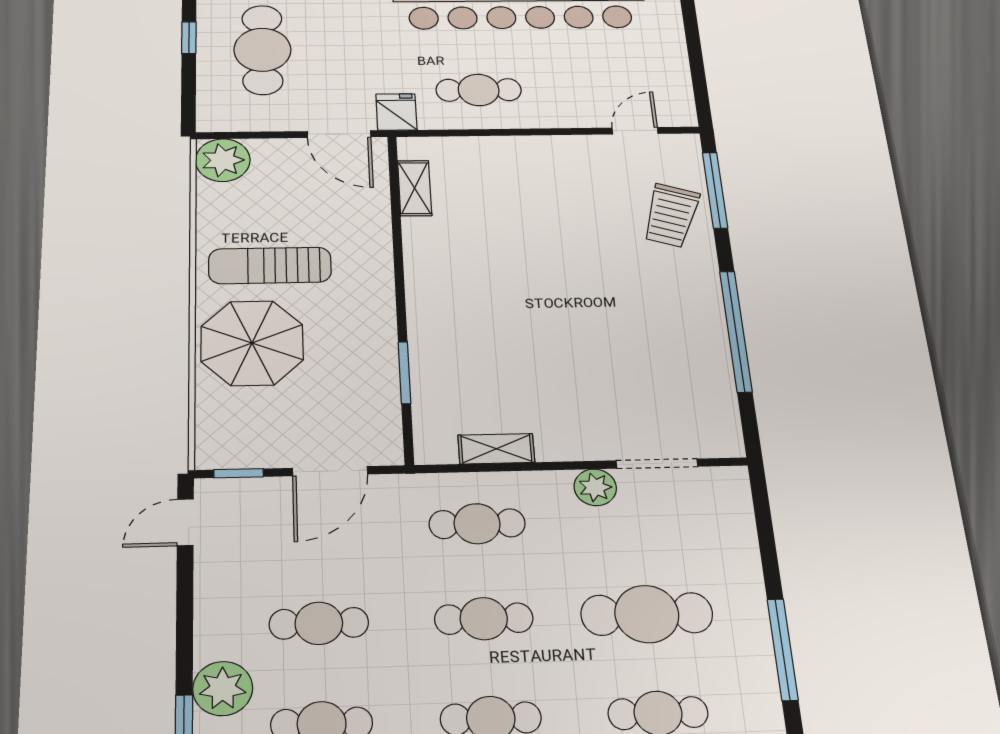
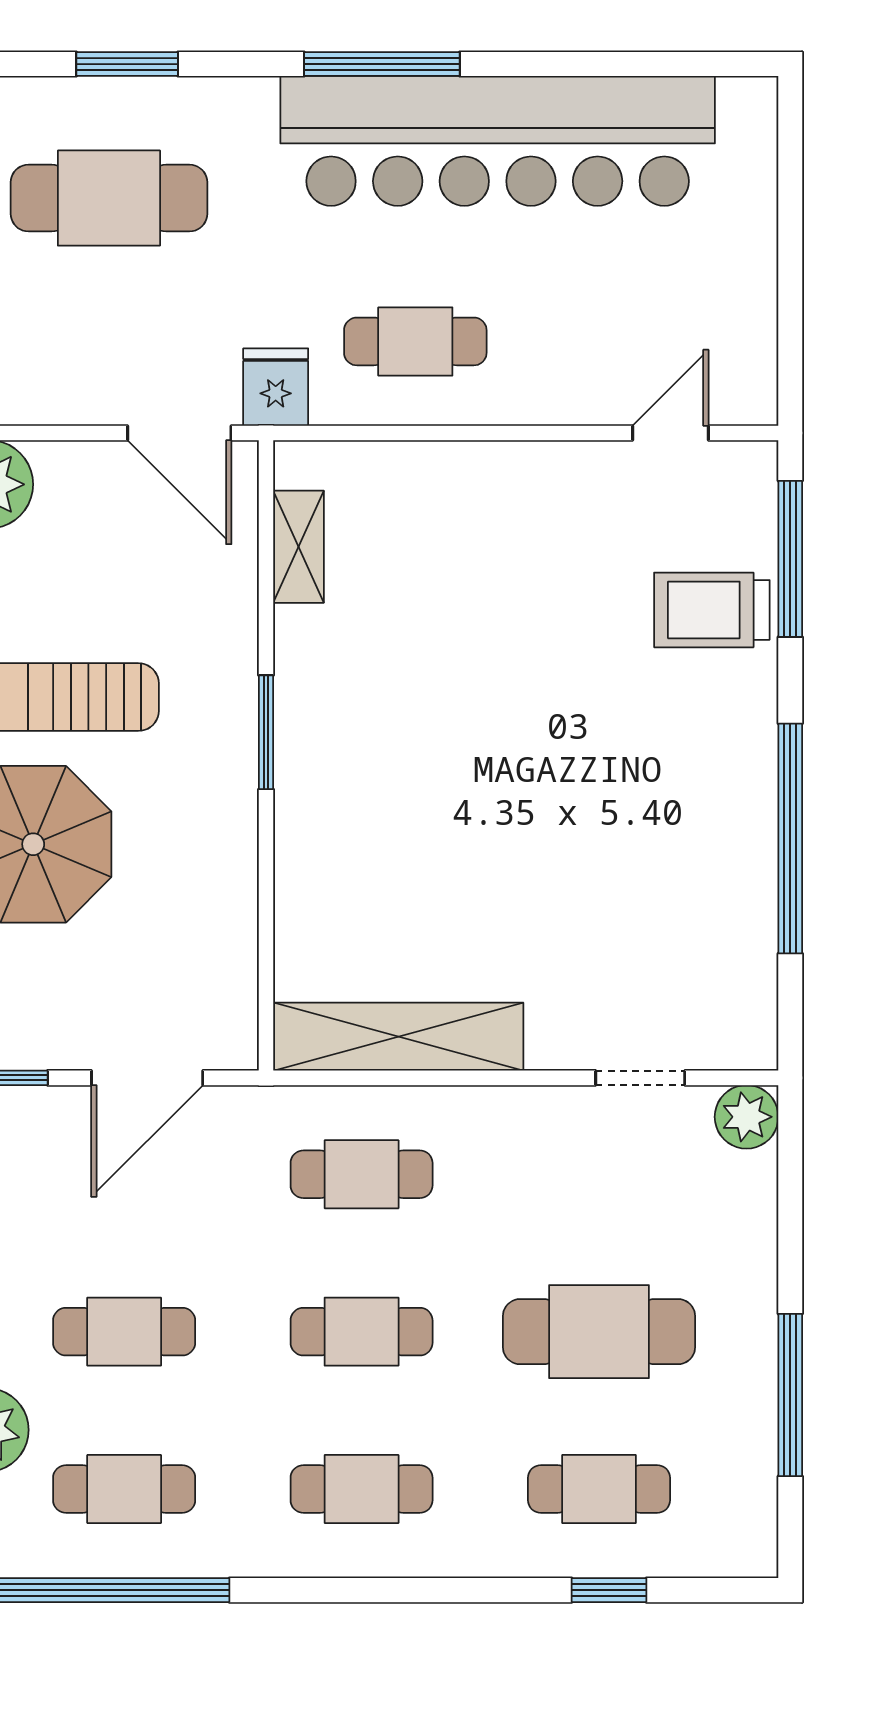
cafe table: (262, 50) -> (109, 198), moved, turned 90
trolley: (671, 216) -> (712, 610), turned 72
window: (404, 373) -> (266, 732), moved
shelving: (496, 449) -> (399, 1037), width x2.20, depth x1.33
doorway: (657, 464) -> (640, 1078), width x0.73
plant: (595, 487) -> (747, 1117), moved

